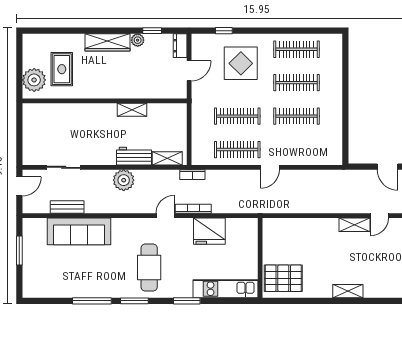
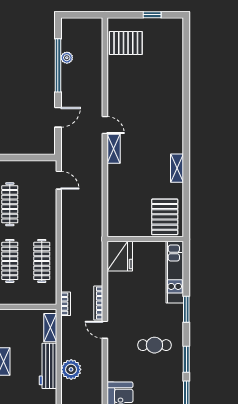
workbench: (134, 156) -> (48, 366), width x1.38
door: (270, 167) -> (59, 180), moved
fridge: (209, 231) -> (120, 256), moved
cafe table: (149, 268) -> (154, 345), width x0.73, depth x0.74
shelving: (348, 291) -> (177, 168), moved

